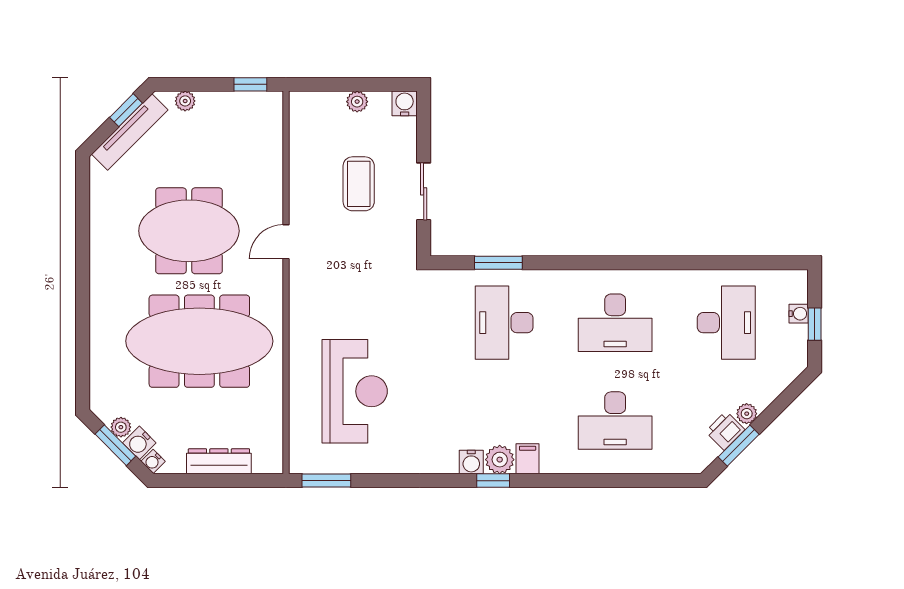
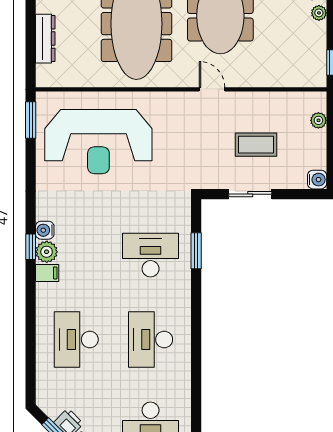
plant: (357, 102) -> (318, 120), moved
reception desk: (355, 391) -> (98, 142), width x1.36, depth x1.30

